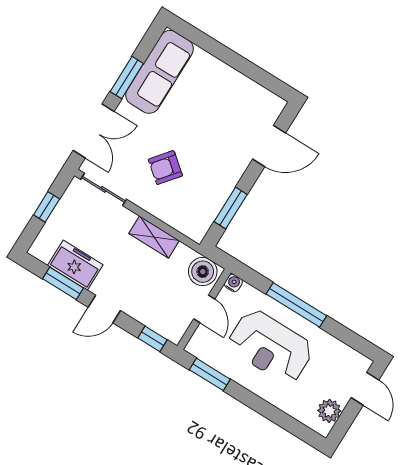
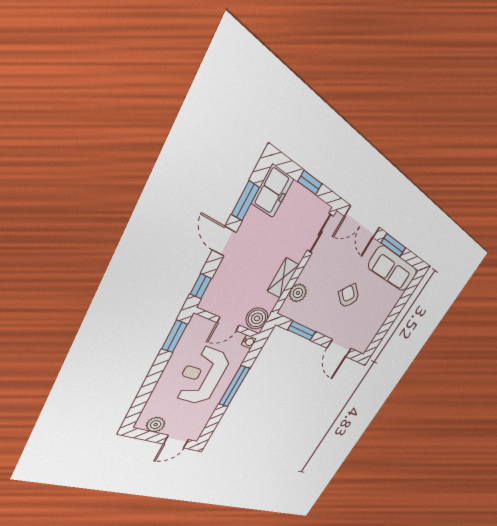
armchair: (165, 168) -> (349, 296), moved
plant: (176, 216) -> (298, 293), added
freezer: (75, 265) -> (273, 191), moved

